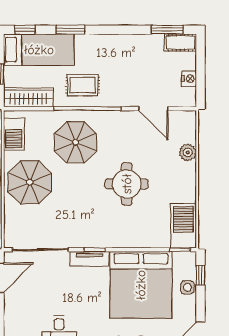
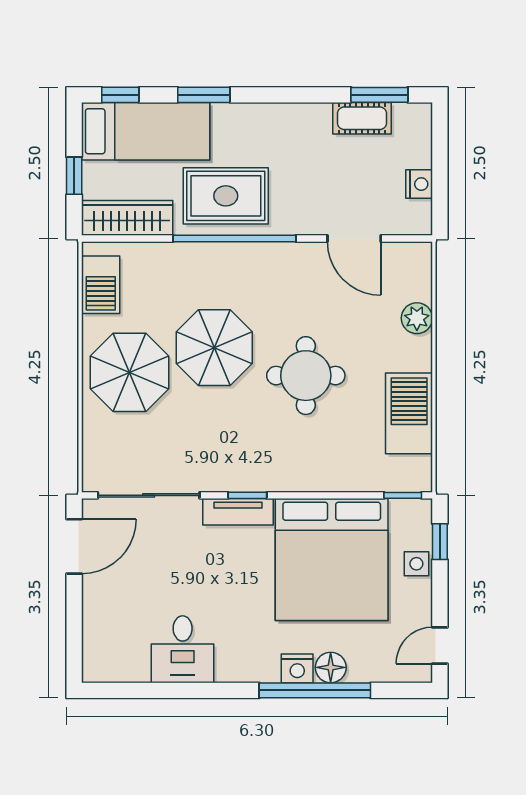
cot: (180, 43) -> (362, 118), moved
rug: (83, 85) -> (226, 196), width x1.36, depth x1.43
parasol: (76, 142) -> (214, 348), moved
barbecue: (183, 226) -> (409, 413), moved

